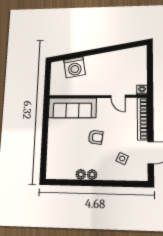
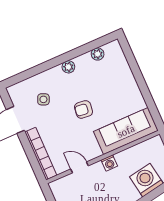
washing machine: (142, 90) -> (109, 163), moved
plant: (81, 174) -> (98, 54), moved

